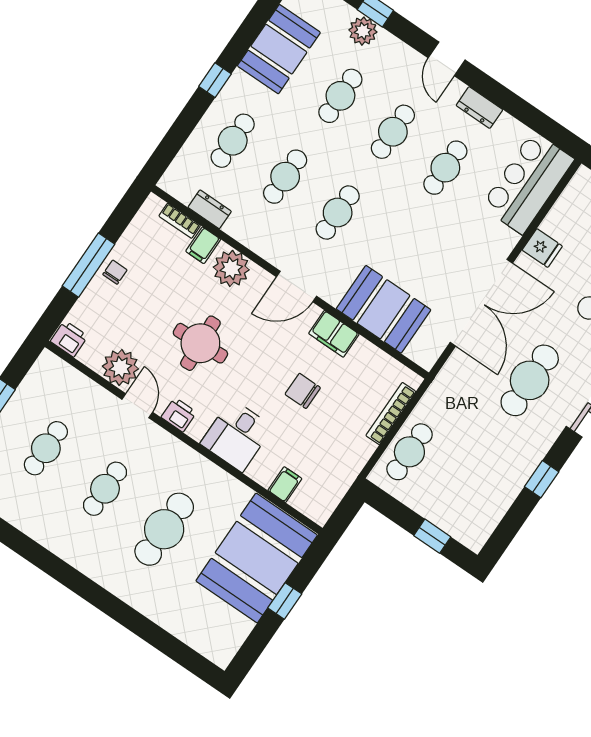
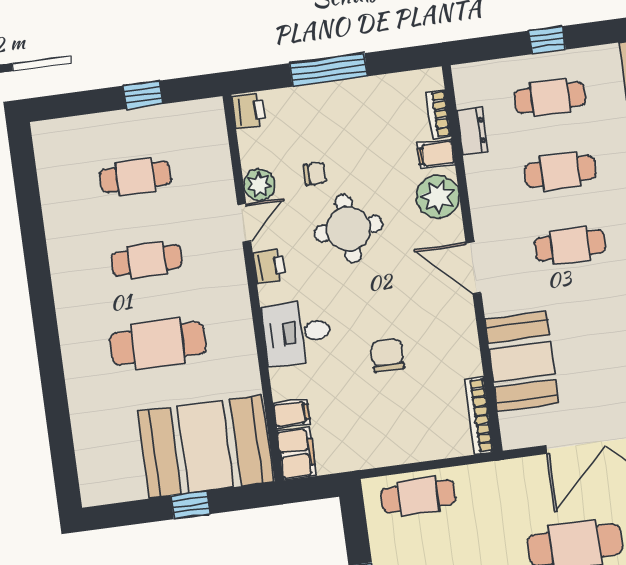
window: (215, 80) -> (547, 40), moved
chair: (115, 272) -> (315, 174), moved
filing cabinet: (334, 334) -> (297, 453), moved, turned 180
plant: (120, 368) -> (259, 185), width x0.73, depth x0.73
bookcase: (391, 414) -> (479, 416), moved, turned -90

